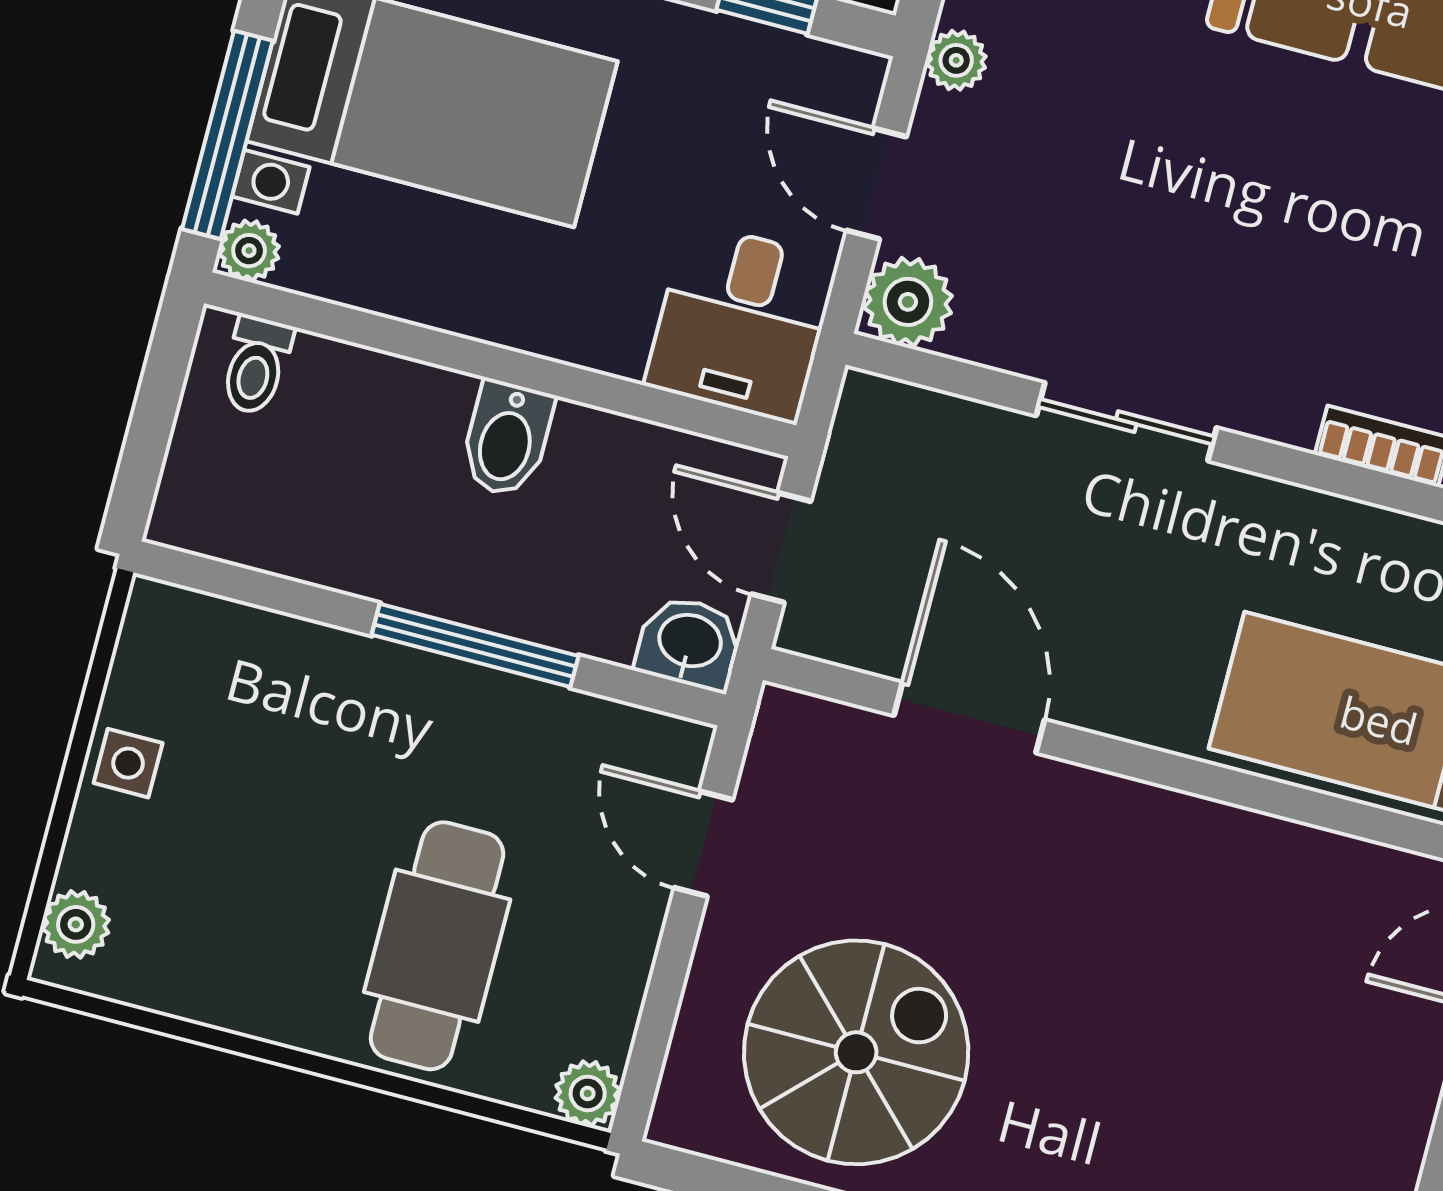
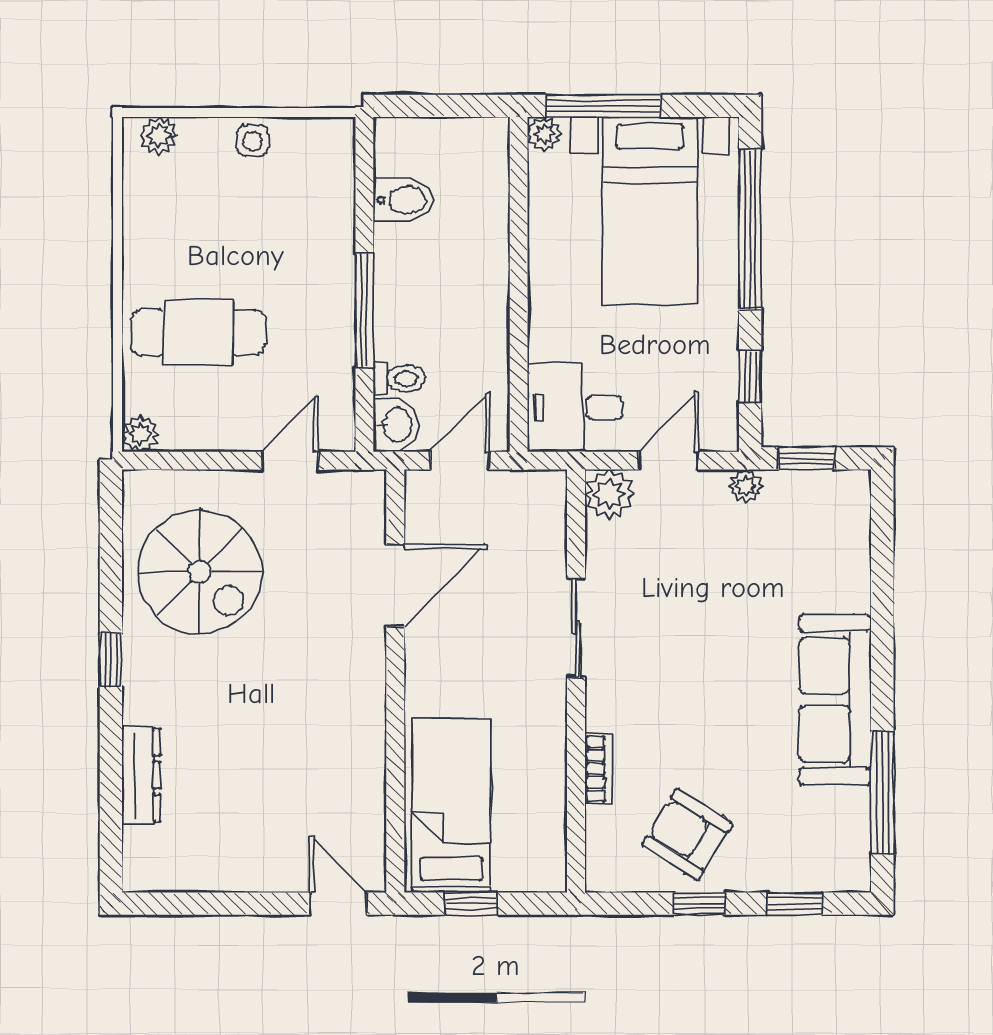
toilet: (256, 365) -> (399, 379), moved, turned 180
bidet: (507, 439) -> (403, 200), moved, turned 180

